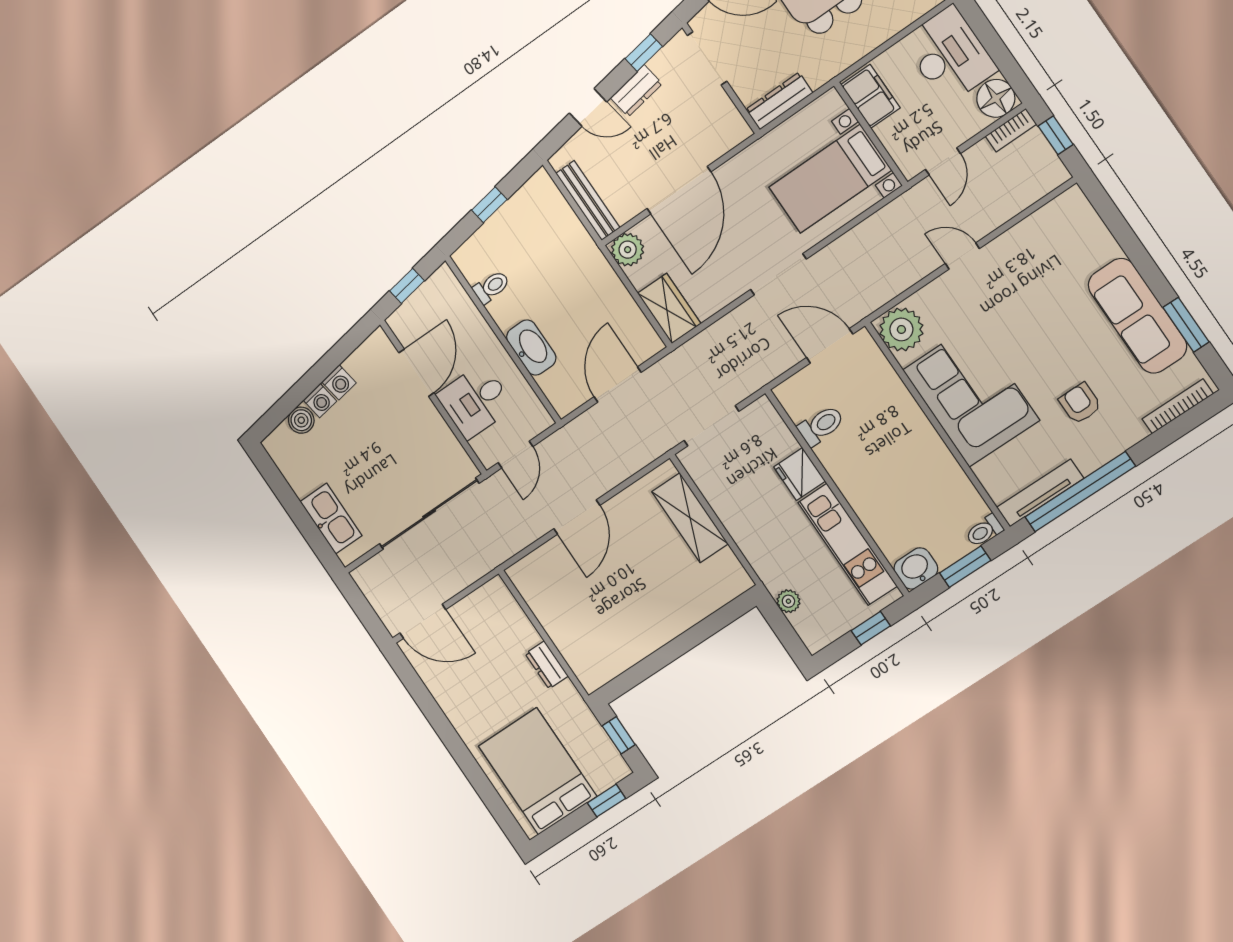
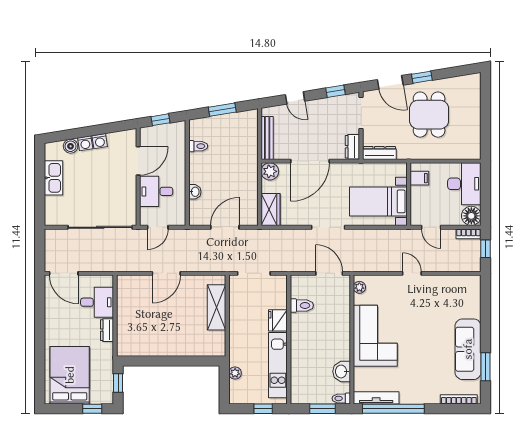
dresser: (636, 91) -> (352, 147), moved, turned 99
filing cabinet: (870, 96) -> (419, 178), width x0.50
door: (943, 161) -> (431, 227), hinge flipped
window: (489, 205) -> (222, 110), width x1.50
plant: (901, 329) -> (359, 287), width x0.53, depth x0.53
washbasin: (531, 348) -> (195, 192), width x0.52, depth x0.69
armchair: (1080, 403) -> (419, 371), removed
kitchen sink: (331, 519) -> (53, 178), moved
washbasin: (916, 568) -> (342, 371), moved, turned -90
desk: (503, 632) -> (97, 302), added

